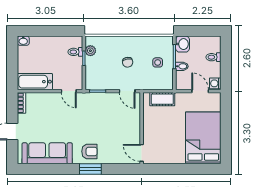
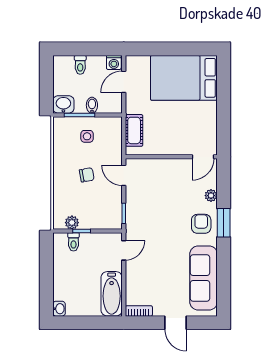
door: (127, 91) -> (124, 175), swing flipped
plant: (111, 159) -> (211, 196), added

